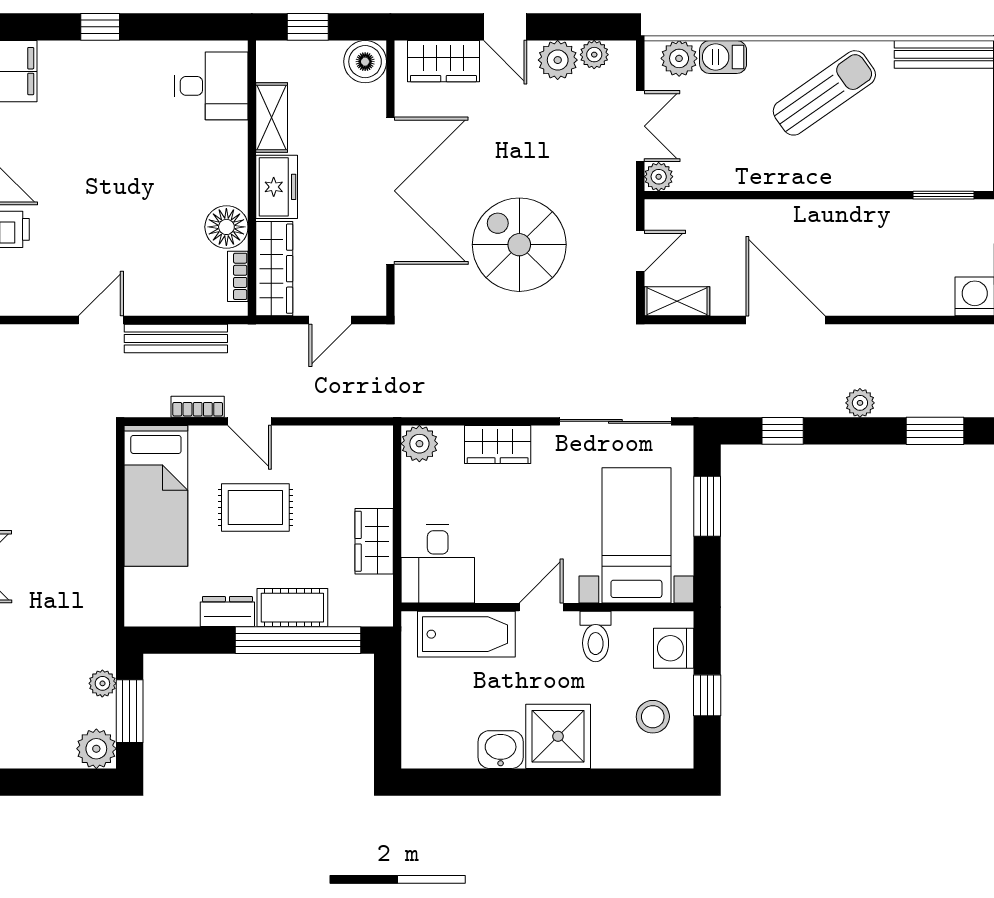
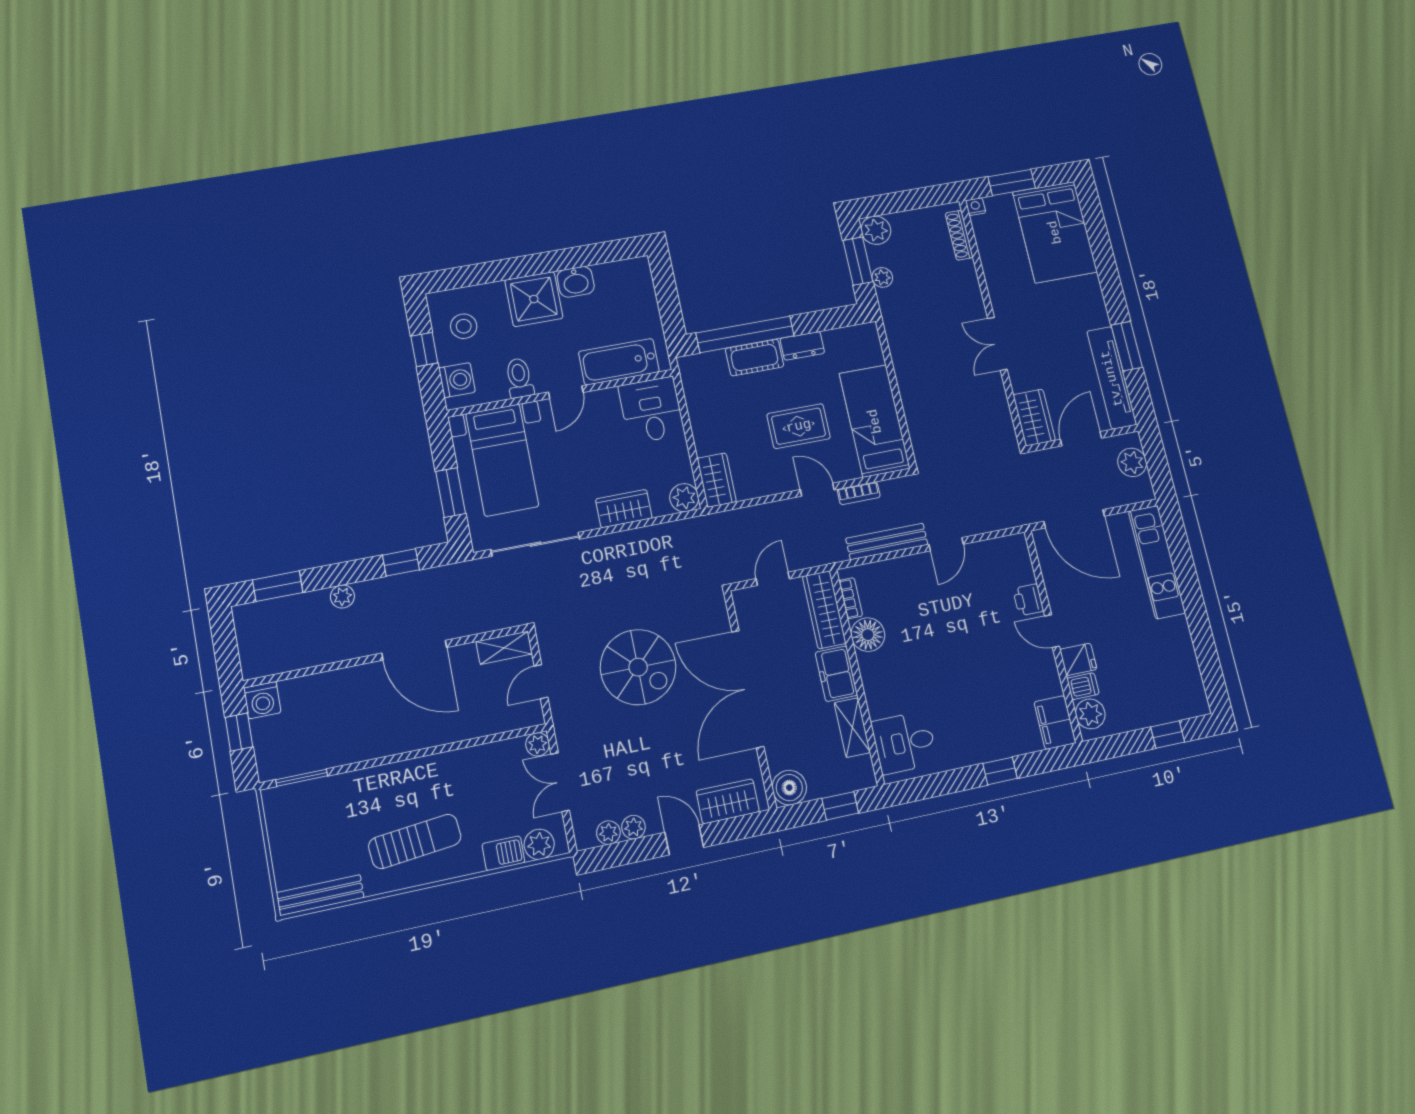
plant: (558, 60) -> (633, 827), width x0.73, depth x0.73
sun lounger: (824, 93) -> (415, 841), turned -151
wardrobe: (374, 541) -> (717, 480), moved

